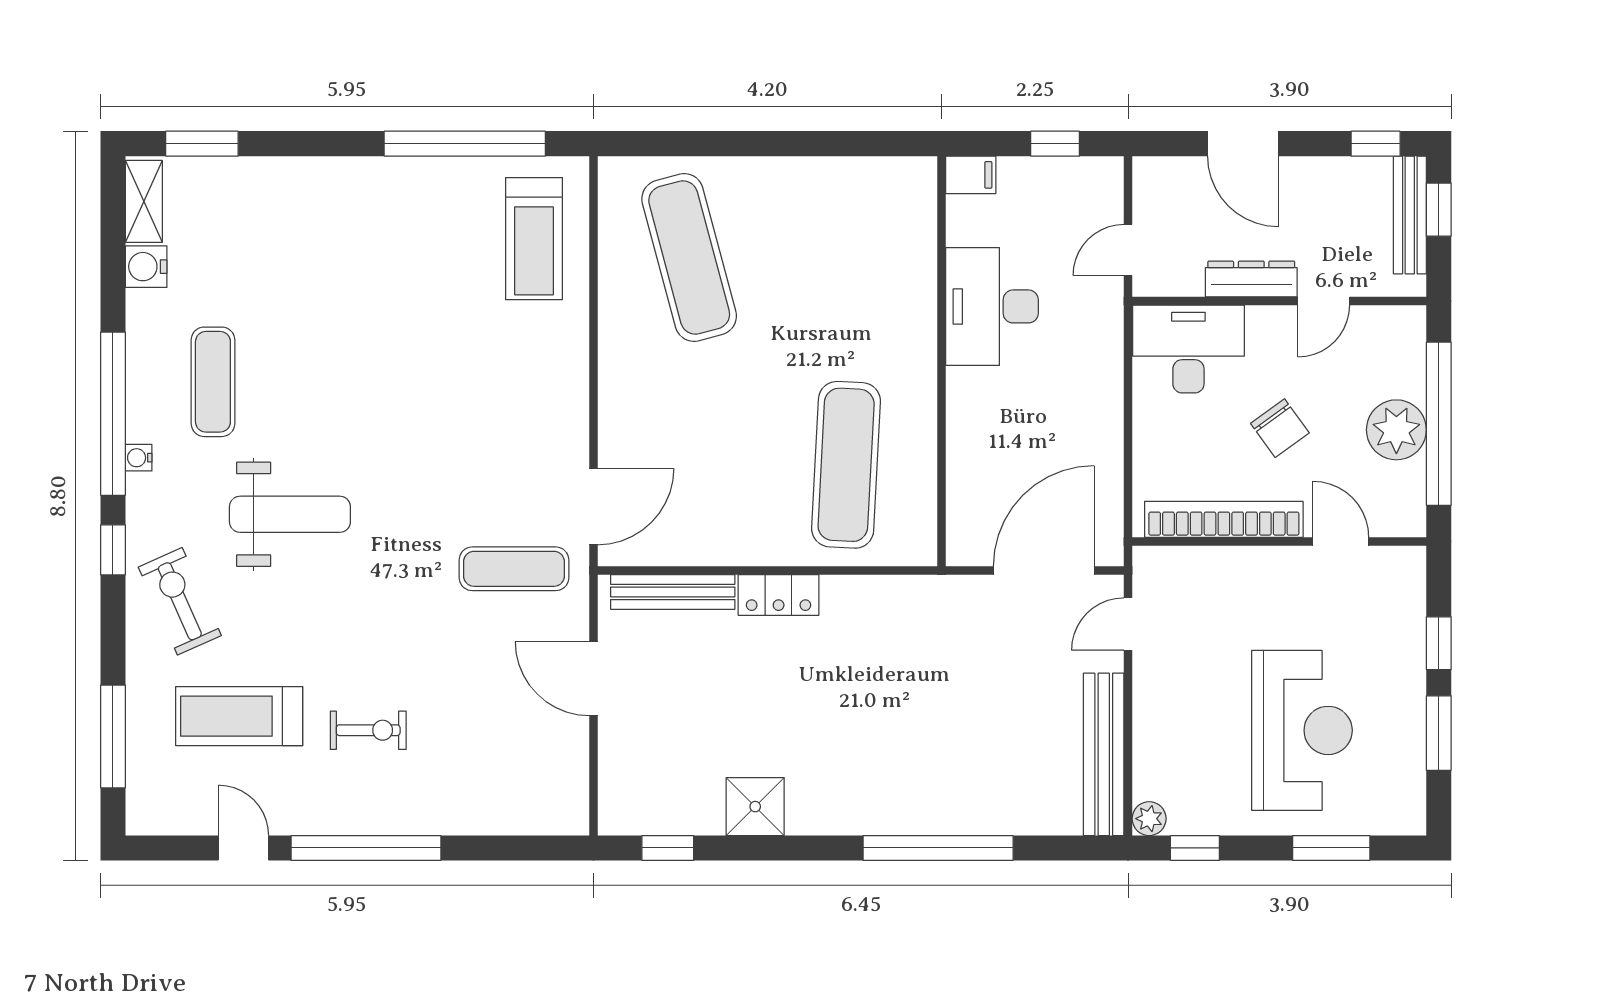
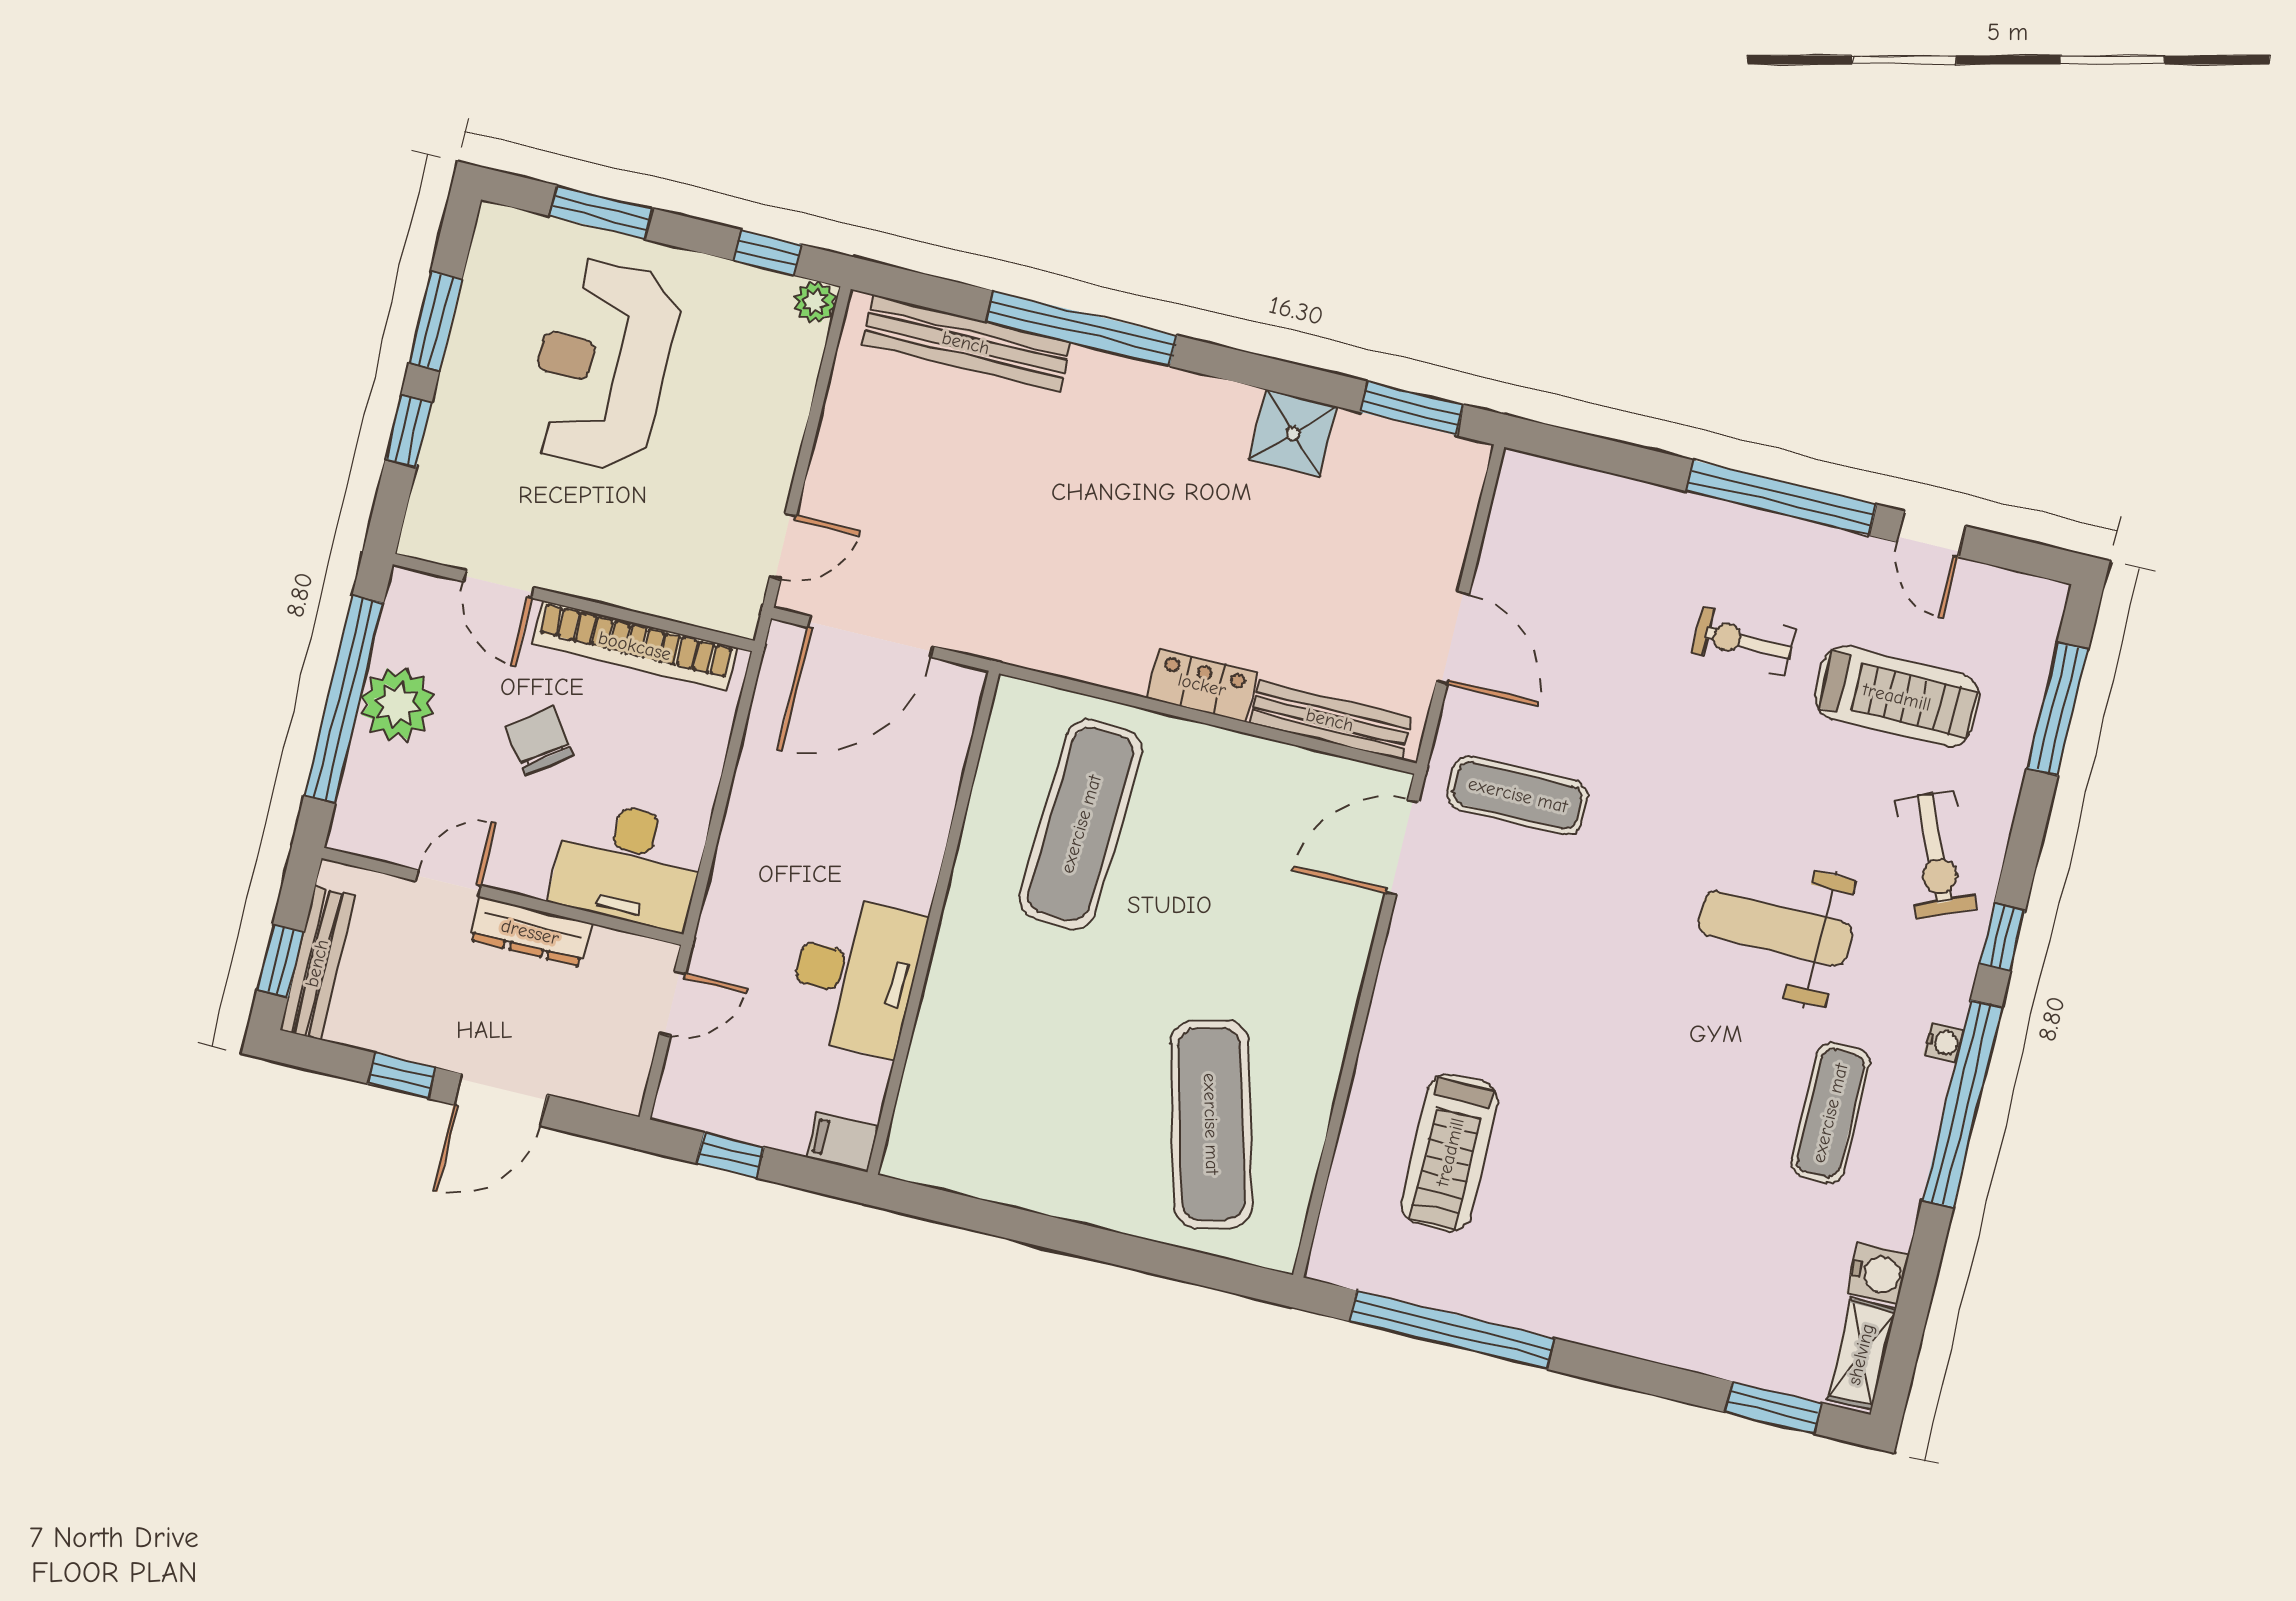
door: (1243, 144) -> (500, 1100), swing flipped
window: (1376, 144) -> (402, 1076), moved
treadmill: (534, 239) -> (1450, 1152), moved, turned 180
bench: (1104, 754) -> (966, 343), moved, turned 90
window: (668, 848) -> (1412, 408), width x1.50

